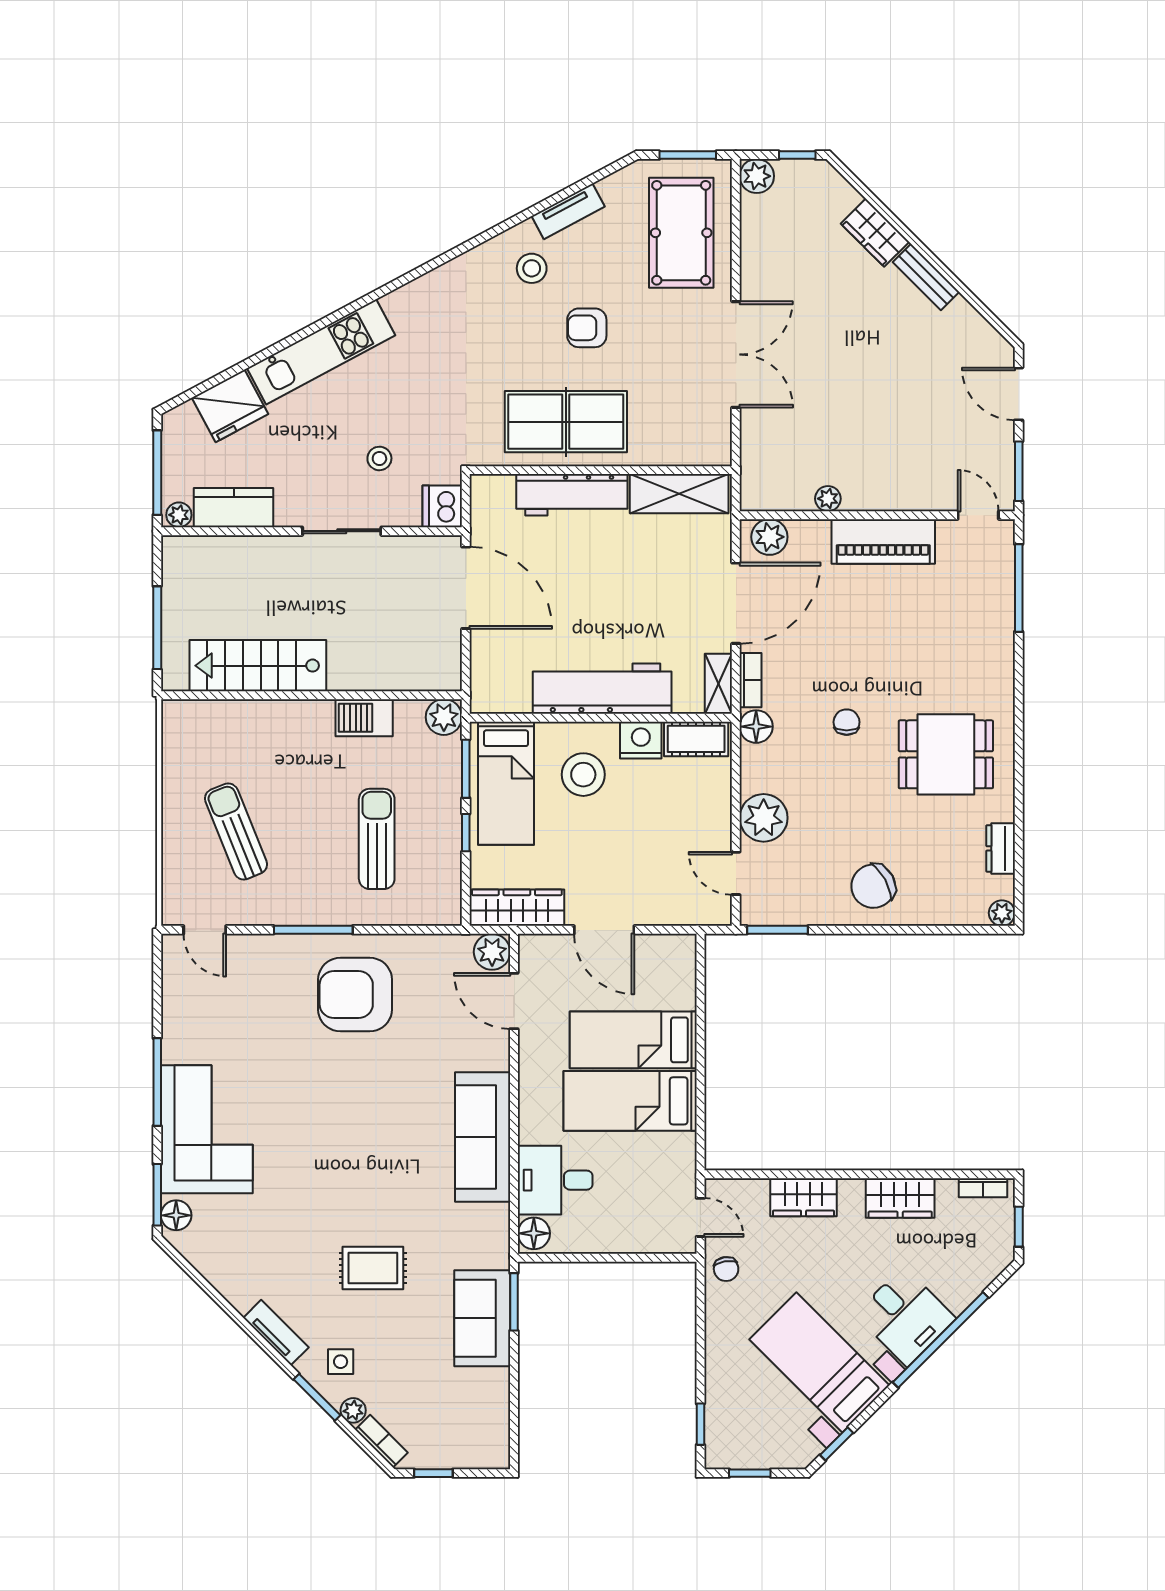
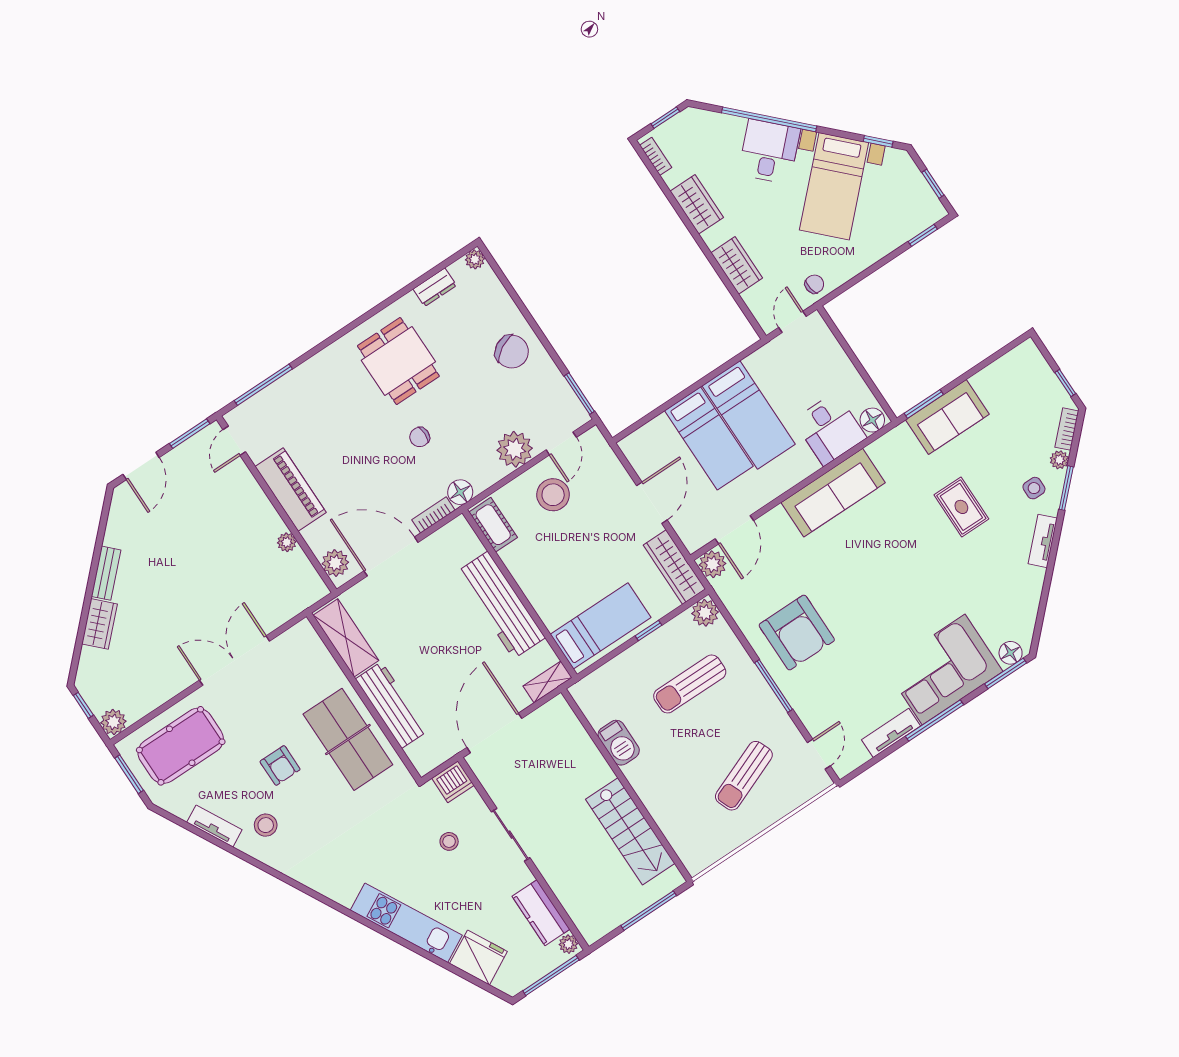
shelving: (718, 684) -> (548, 682), moved
plant: (444, 717) -> (705, 613), moved
nightstand: (641, 740) -> (517, 559), removed
window: (466, 769) -> (608, 657), removed
stool: (583, 775) -> (553, 495), moved
tv unit: (175, 1025) -> (891, 733), added

